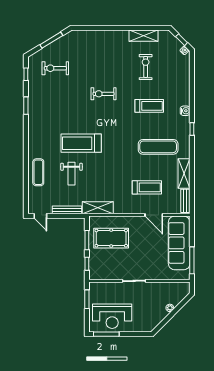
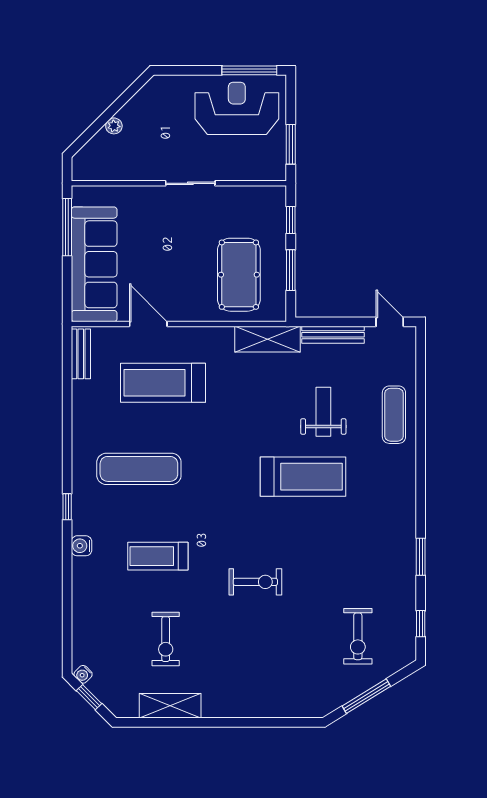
exercise bike: (55, 68) -> (358, 636), turned 90
shelving: (184, 174) -> (84, 412), removed
treadmill: (147, 187) -> (163, 383), width x1.37, depth x1.38
pool table: (111, 238) -> (239, 275), turned 90

